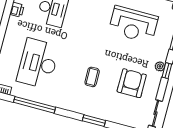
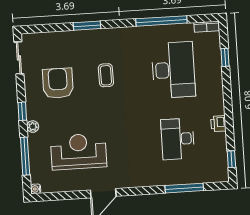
plant: (160, 66) -> (33, 127), moved
armchair: (132, 83) -> (58, 83), turned 180

